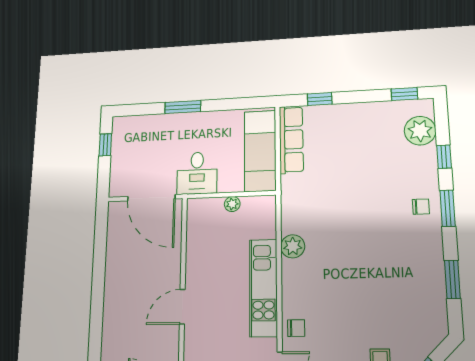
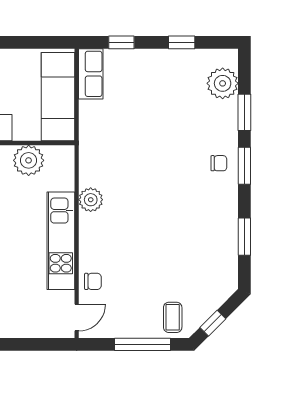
window: (404, 94) -> (182, 42), moved
row of seats: (291, 140) -> (91, 74), width x0.68
window: (444, 157) -> (244, 112), width x1.50
plant: (232, 204) -> (29, 160), width x1.88, depth x1.88

